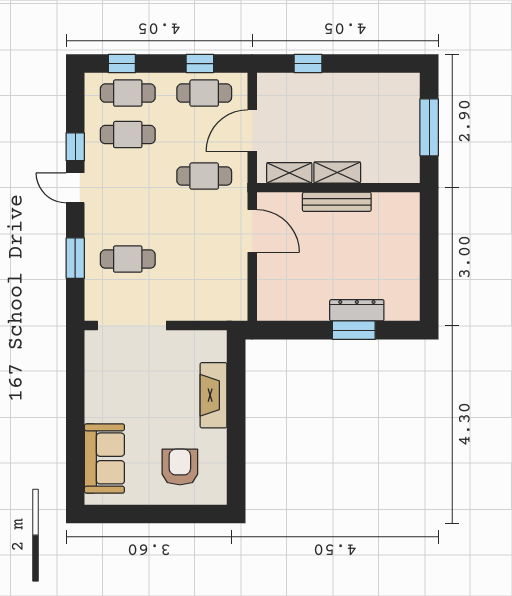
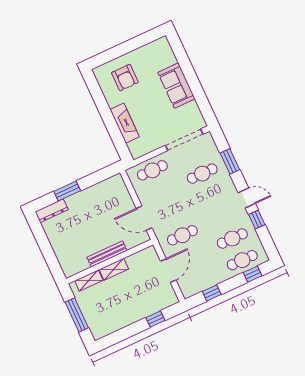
cafe table: (204, 93) -> (152, 170), moved
shelving: (289, 173) -> (89, 281), moved
dresser: (357, 310) -> (52, 211), moved
sofa: (104, 458) -> (176, 86), moved

